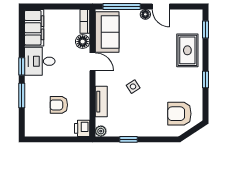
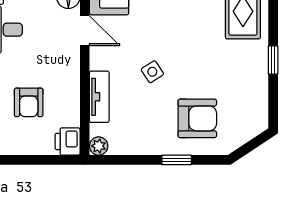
armchair: (59, 105) -> (29, 102), turned -90
armchair: (179, 114) -> (197, 118), moved, turned 180
window: (128, 139) -> (177, 160), moved

